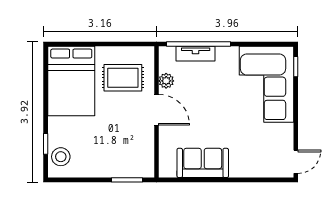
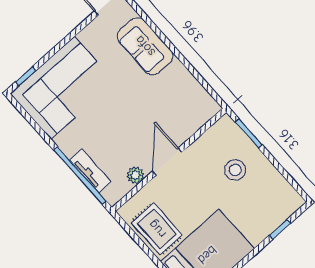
rug: (123, 78) -> (157, 229), moved
stool: (61, 157) -> (235, 170), moved
sofa: (203, 163) -> (145, 46), moved

